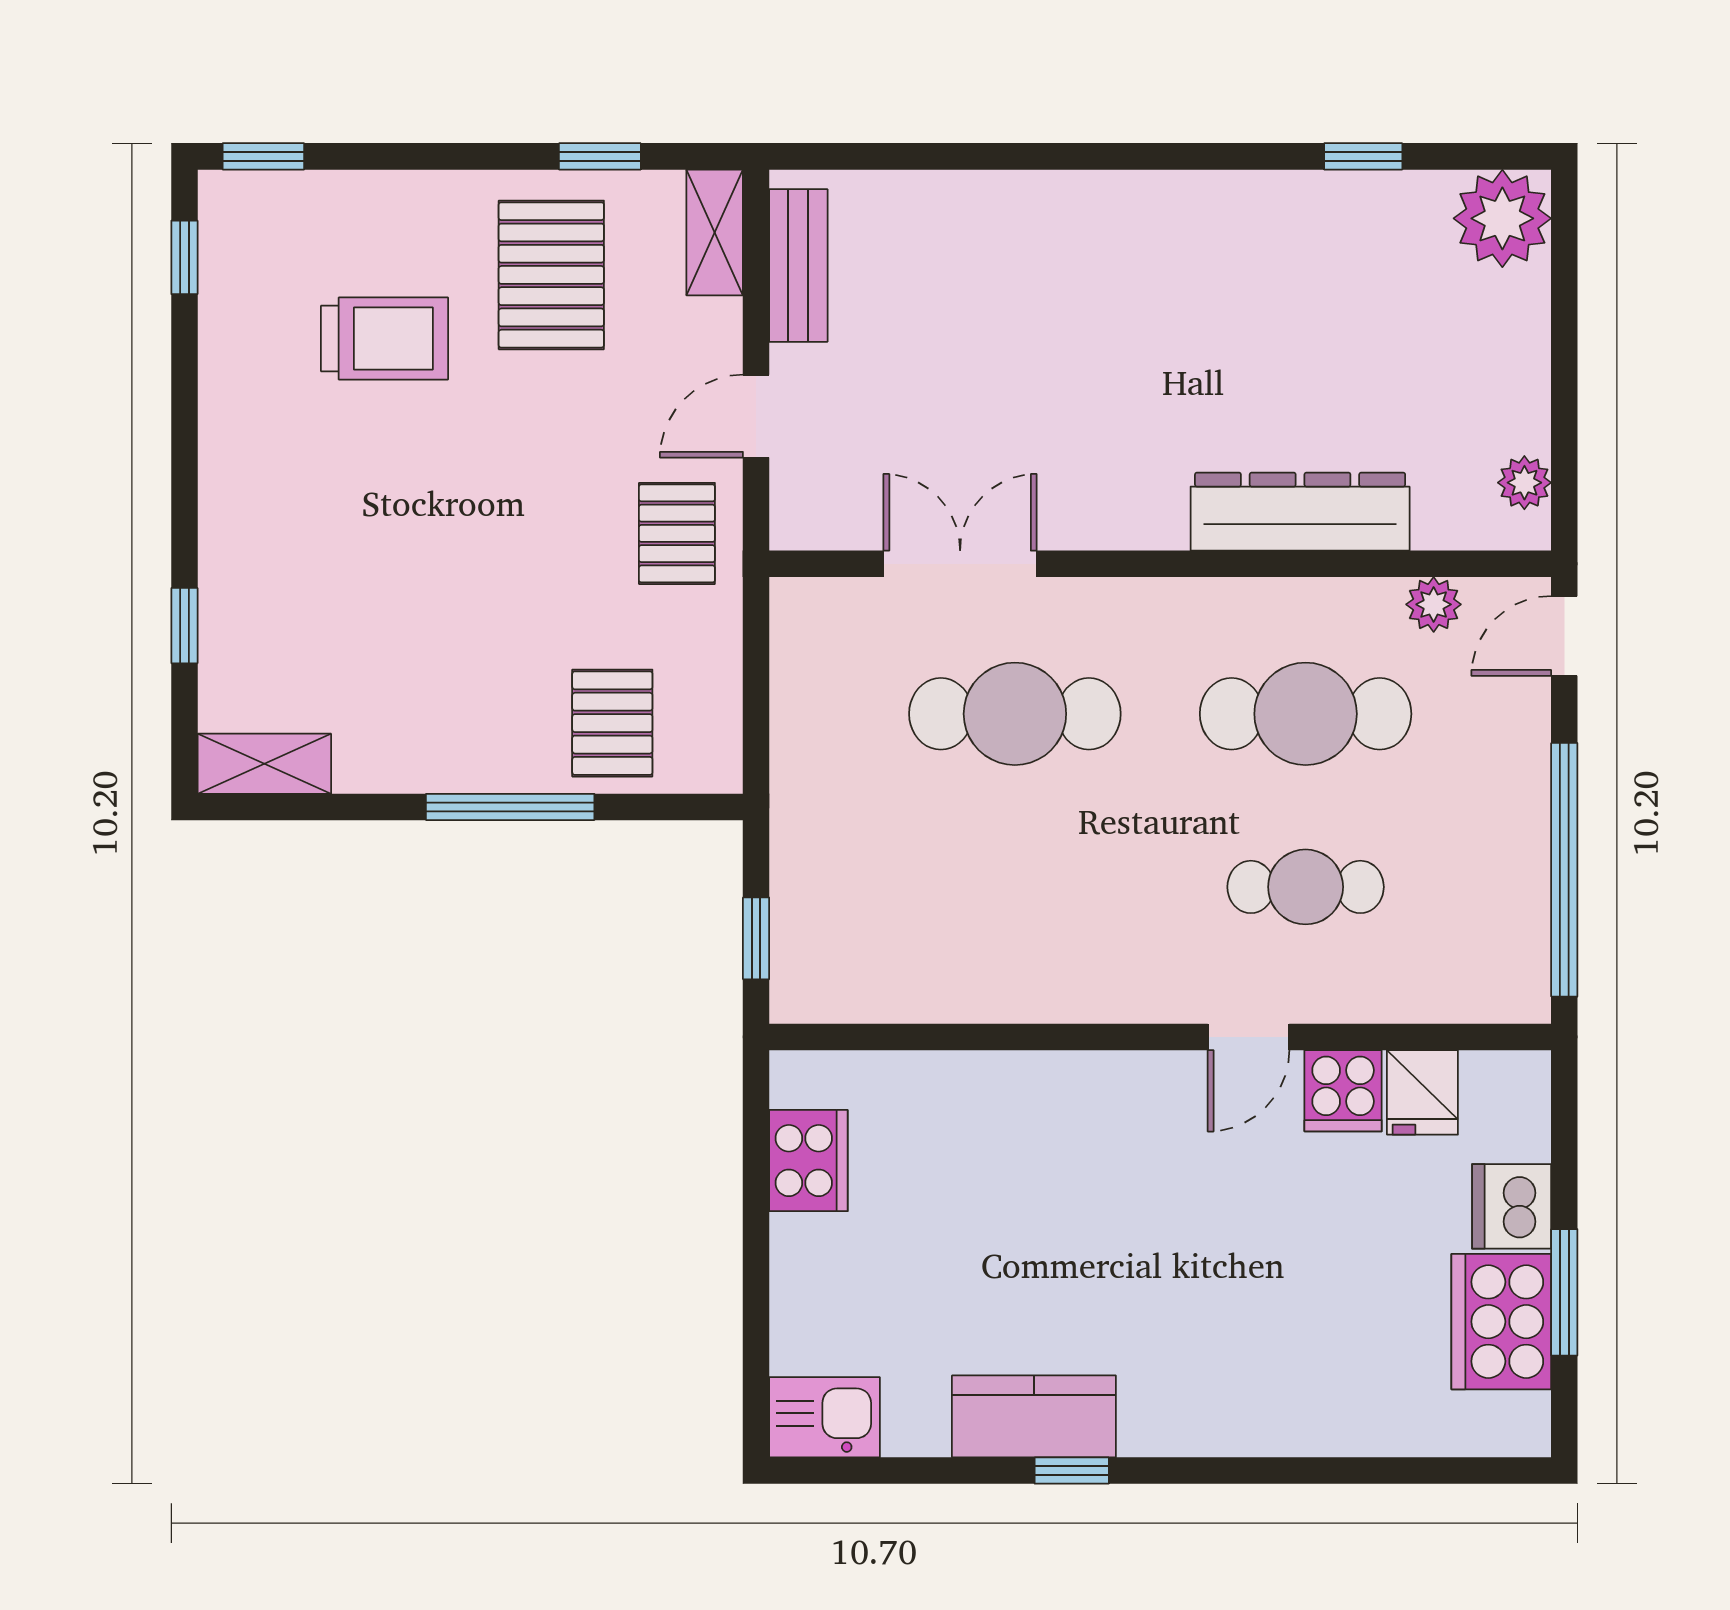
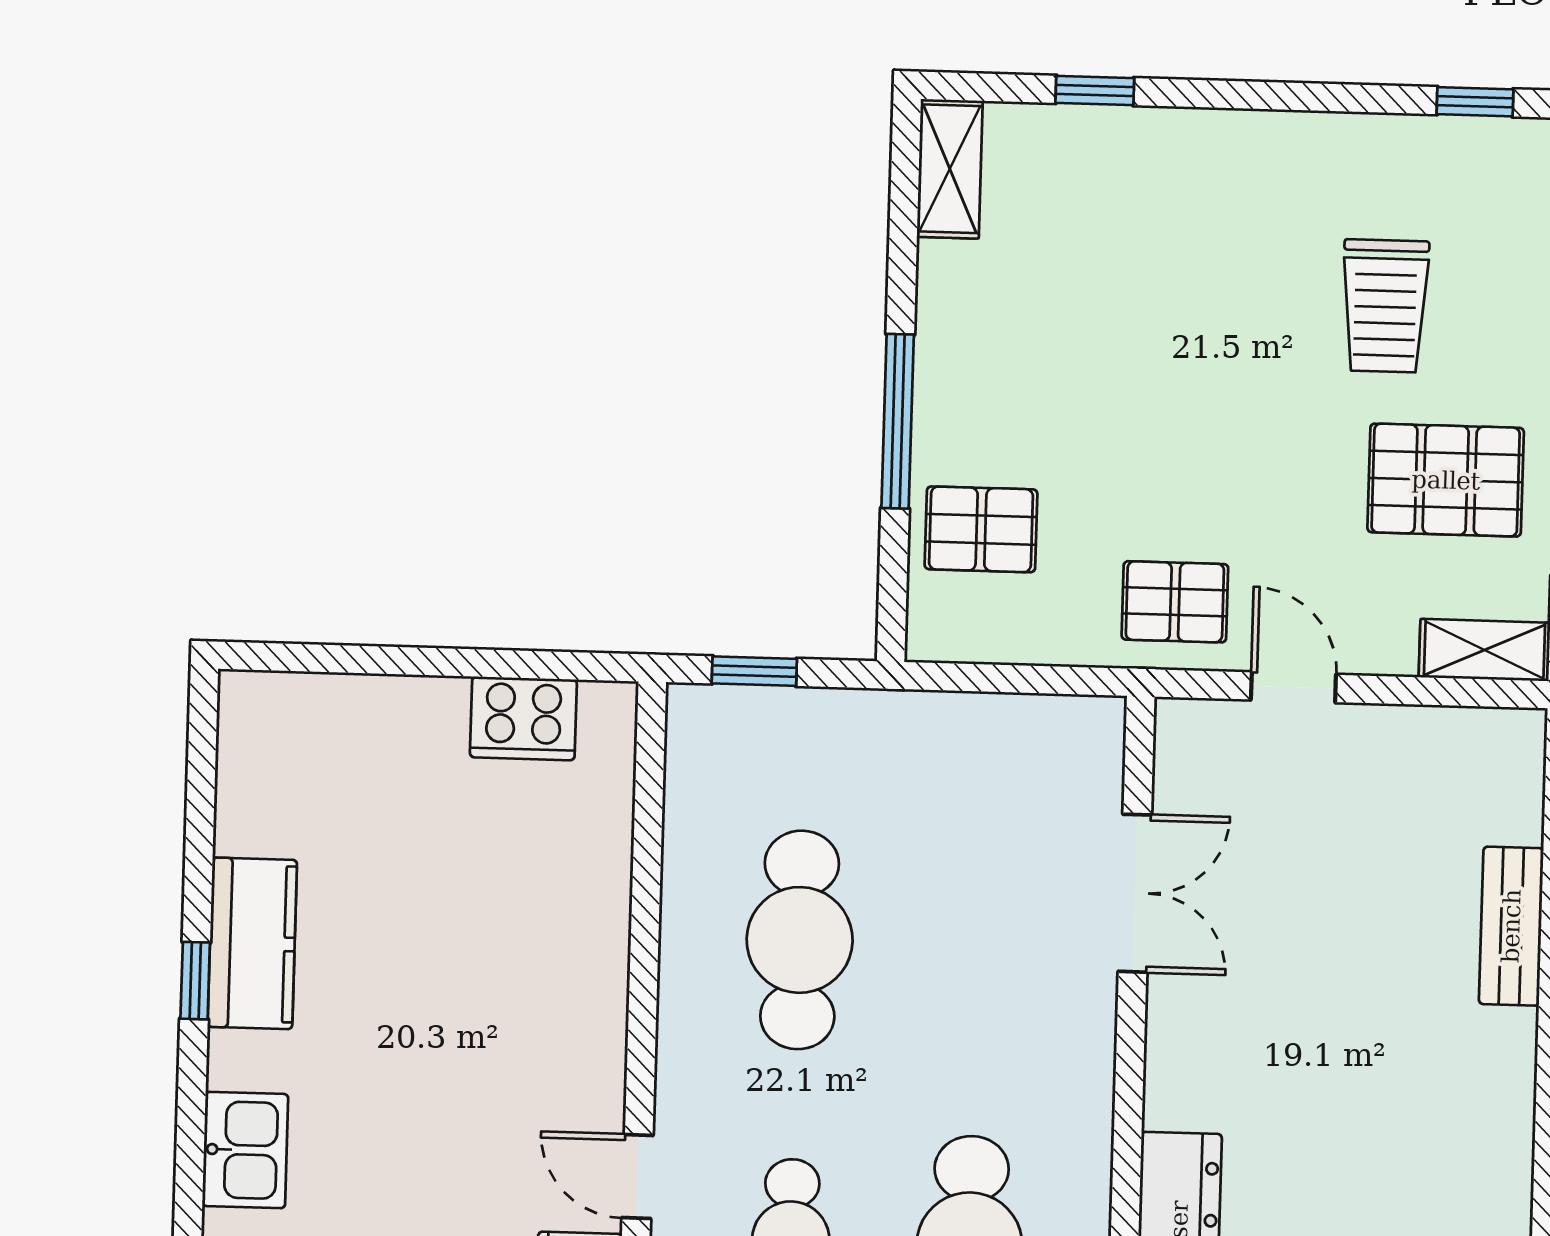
bench: (798, 265) -> (1511, 926), moved, turned 90
cafe table: (1015, 714) -> (800, 940), moved
kitchen sink: (825, 1417) -> (245, 1150), moved

